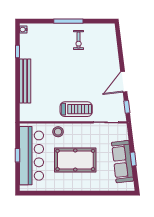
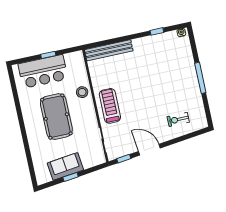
exercise bike: (79, 40) -> (178, 119), moved
bench: (25, 81) -> (109, 50), moved
treadmill: (76, 109) -> (110, 106), turned 180
bar counter: (31, 156) -> (43, 71), width x0.73
sofa: (123, 162) -> (65, 166), width x0.73

